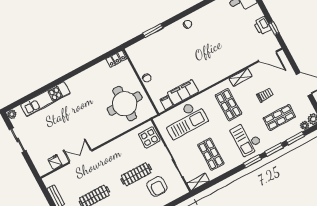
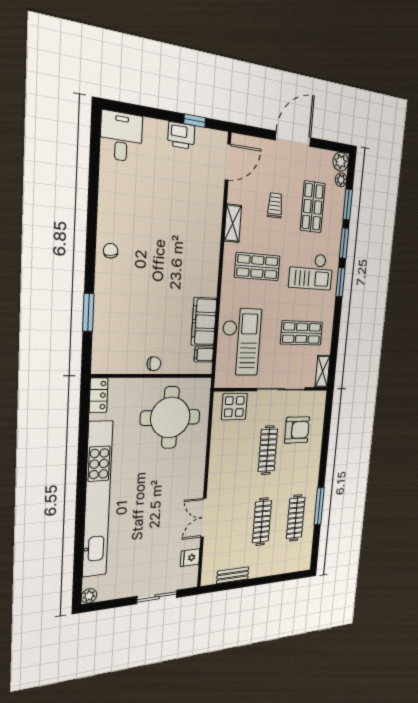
kitchen unit: (45, 99) -> (97, 500), width x1.86
sliding door: (18, 140) -> (157, 597), moved

